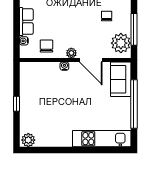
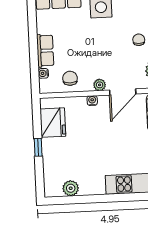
door: (91, 60) -> (123, 92), hinge flipped
fridge: (30, 83) -> (53, 123), added
plant: (28, 140) -> (71, 188), moved

